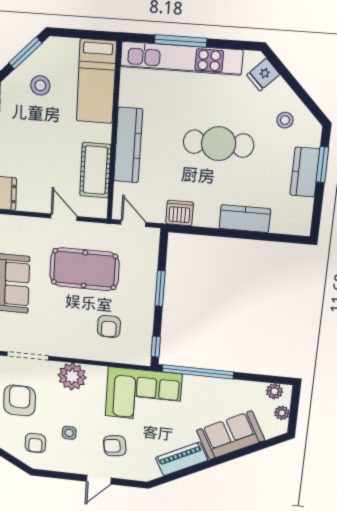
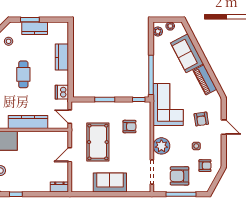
cafe table: (219, 144) -> (23, 74), width x0.73, depth x0.74
cot: (95, 170) -> (43, 139), removed
door: (133, 223) -> (70, 117), hinge flipped

